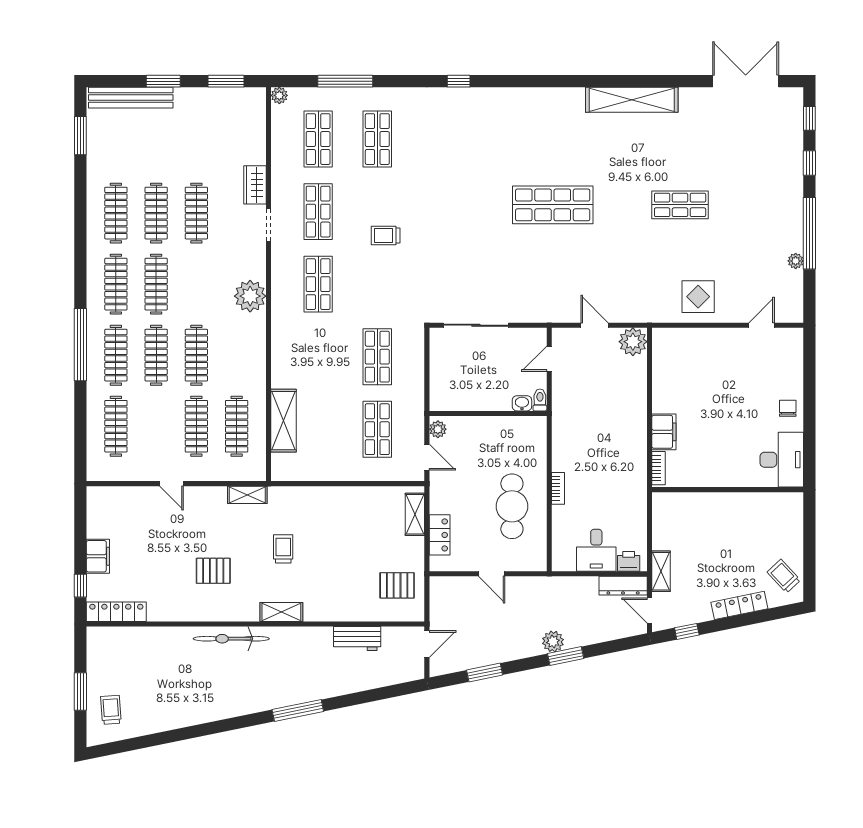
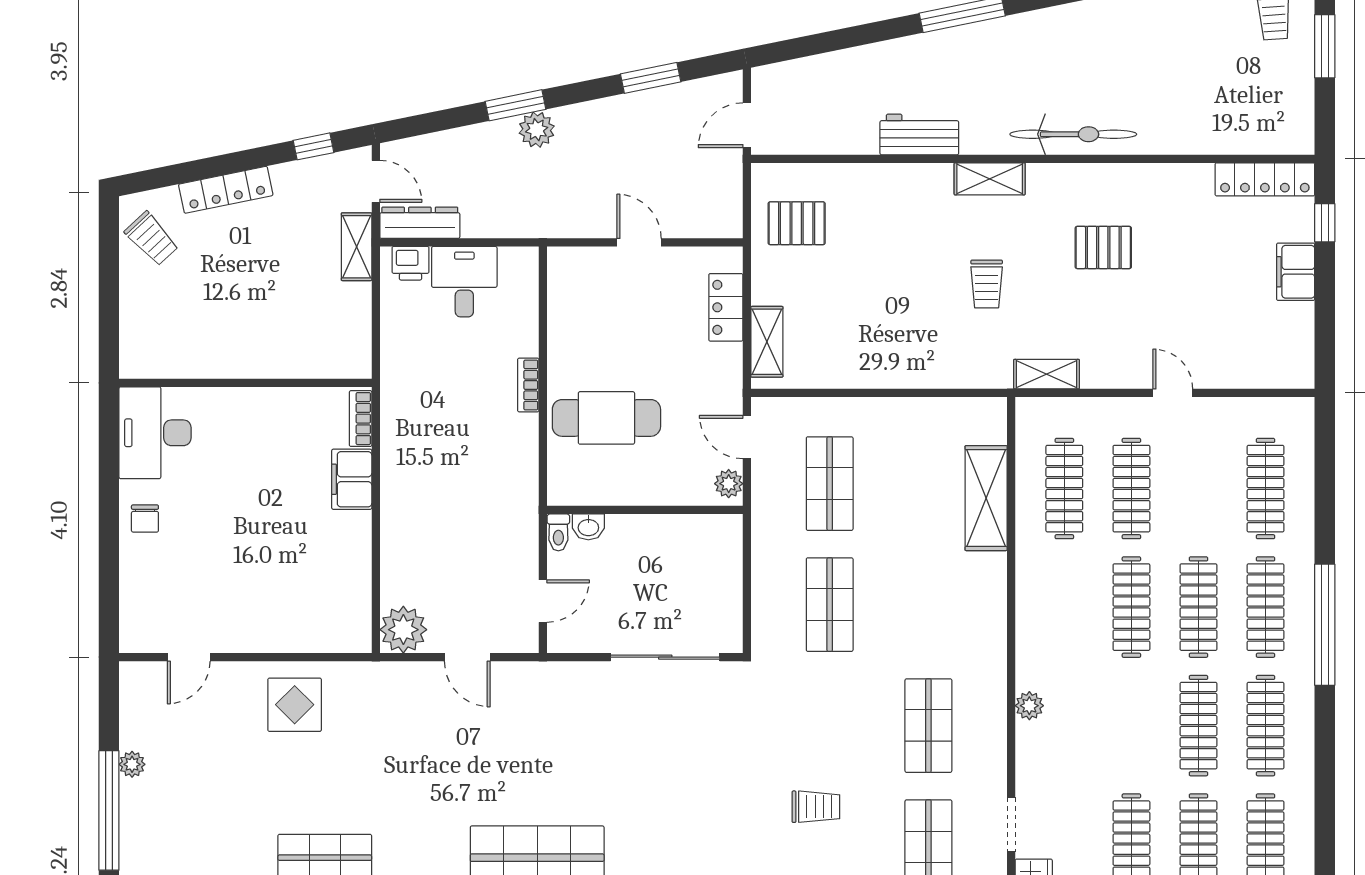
plant: (250, 296) -> (1029, 706), width x0.53, depth x0.53
cafe table: (512, 506) -> (606, 418), moved, turned 90
workbench: (357, 639) -> (919, 135), moved

